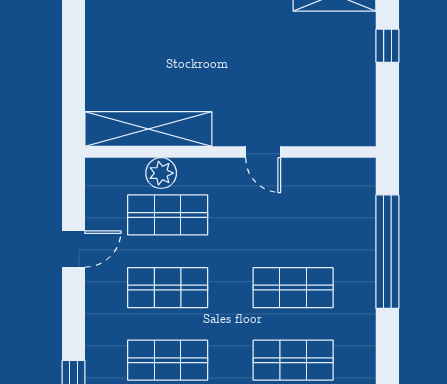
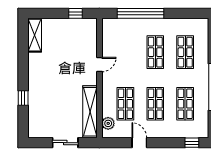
window: (387, 46) -> (75, 13), moved
sliding door: (73, 69) -> (65, 143), added
plant: (161, 173) -> (108, 123), moved

